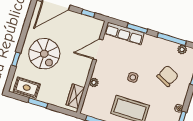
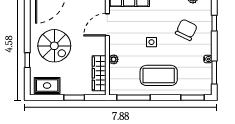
wardrobe: (75, 96) -> (99, 73), width x1.50
window: (38, 103) -> (74, 98), moved

